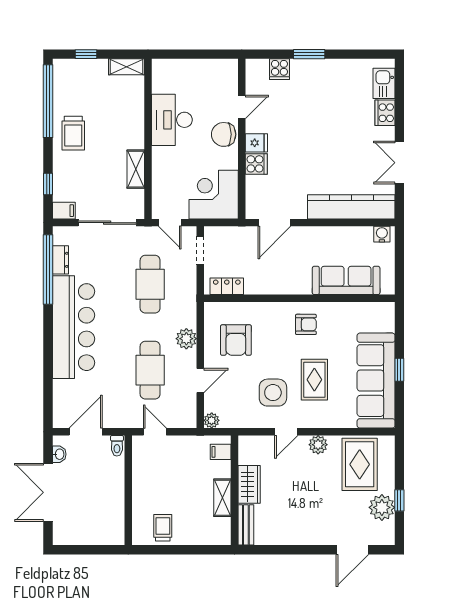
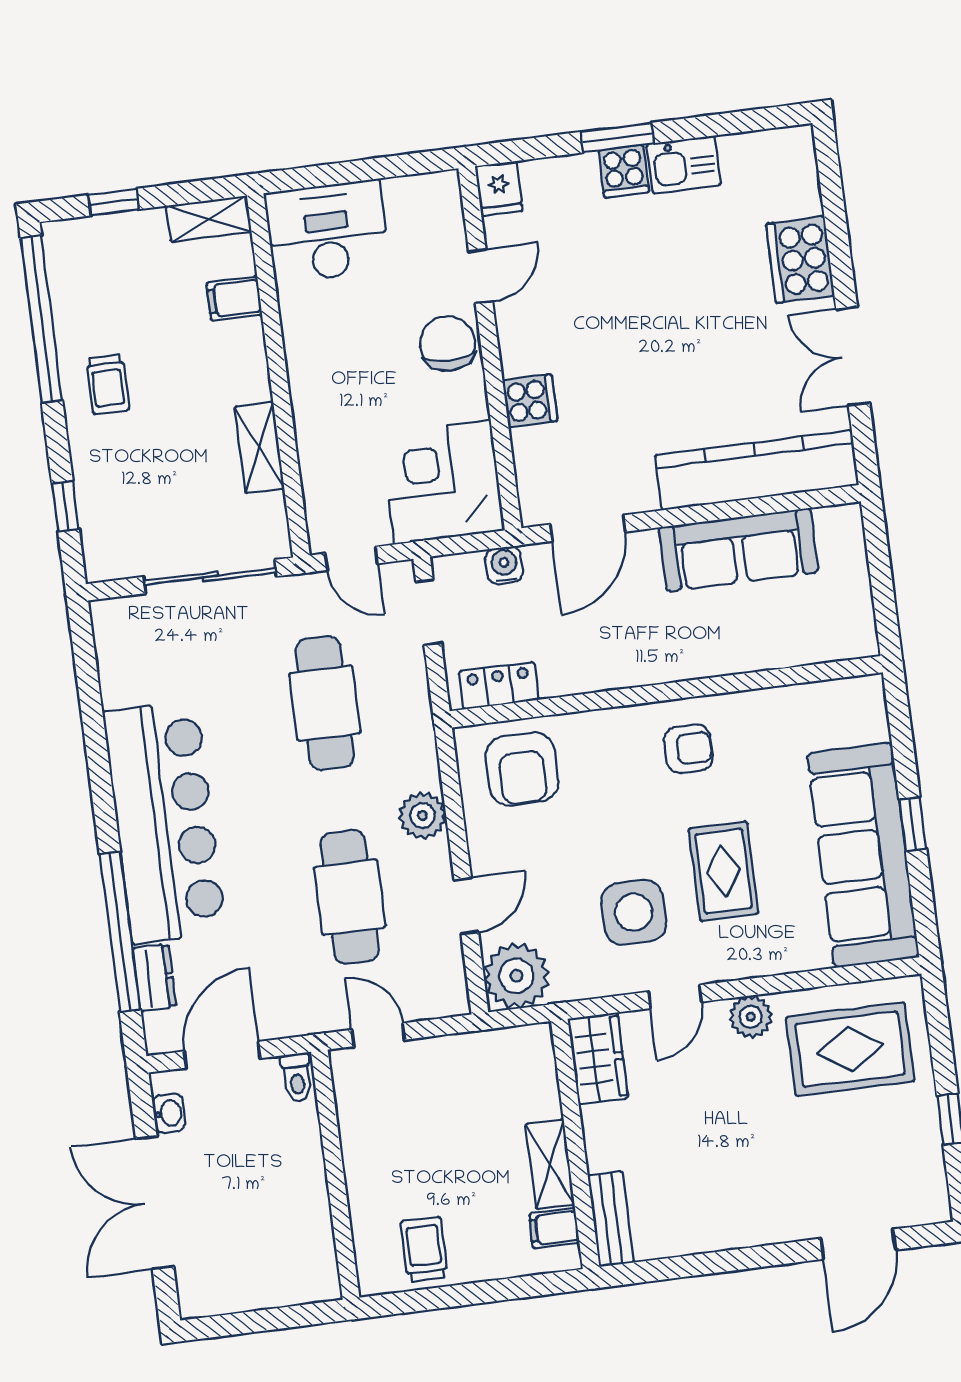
cooker: (279, 69) -> (624, 171), moved
kitchen sink: (384, 83) -> (684, 165), moved, turned -90
cooker: (385, 113) -> (800, 260), width x1.37, depth x1.31
desk: (172, 120) -> (327, 232), moved, turned 90
trolley: (73, 133) -> (108, 384), width x0.73, depth x0.72
chair: (224, 134) -> (448, 344), turned 90
fridge: (256, 143) -> (499, 188), moved, turned 90
filing cabinet: (64, 211) -> (234, 299), moved, turned 180
water cooler: (382, 234) -> (504, 565), moved
dresser: (60, 260) -> (155, 978), moved
window: (48, 270) -> (120, 932), moved
sofa: (346, 280) -> (739, 550), moved, turned 180
armchair: (236, 340) -> (522, 769), moved
plant: (212, 420) -> (516, 976), width x1.87, depth x1.87
filing cabinet: (221, 452) -> (554, 1228), moved
rug: (360, 464) -> (850, 1049), turned 90
wardrobe: (249, 484) -> (598, 1058), moved
plant: (382, 507) -> (913, 1140), removed

